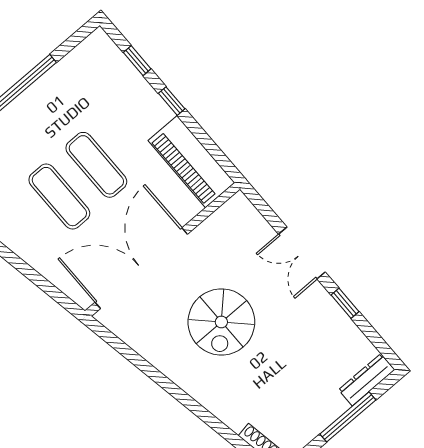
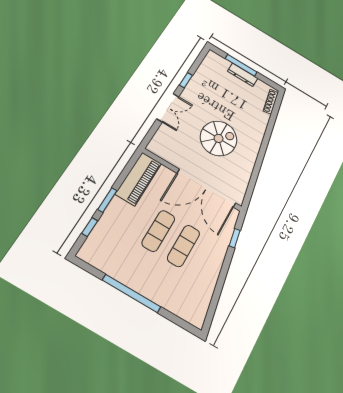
window: (172, 101) -> (107, 200), width x1.50
window: (44, 284) -> (235, 238), added
dresser: (367, 380) -> (243, 75), moved

